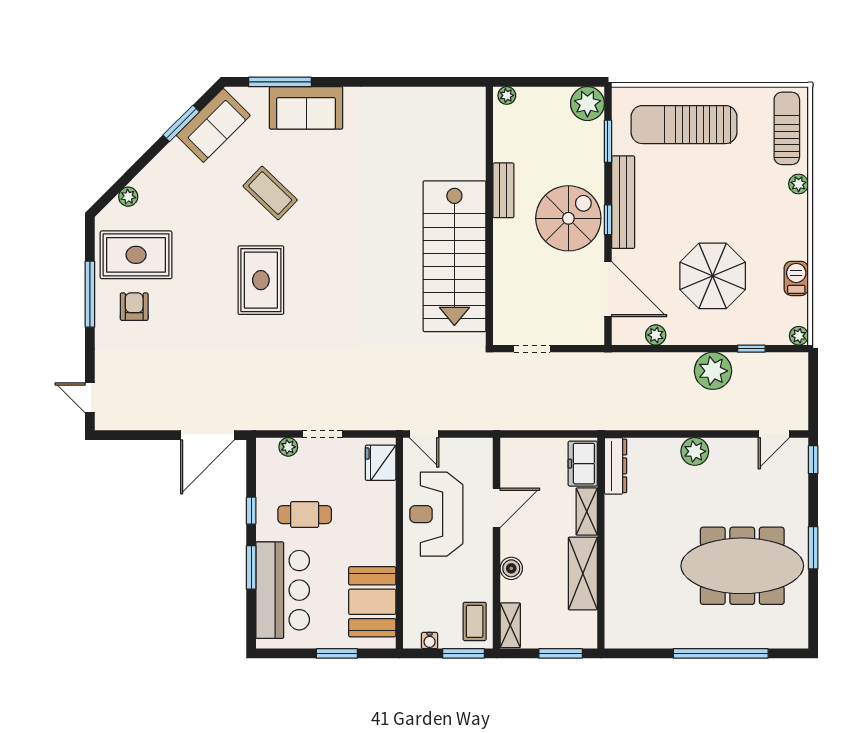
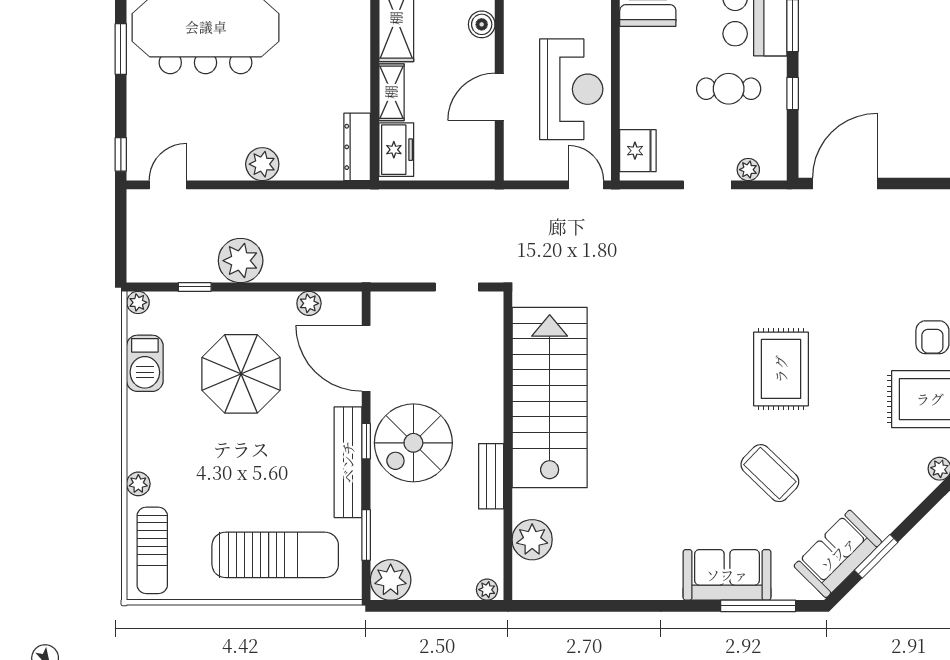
plant: (469, 137) -> (532, 540), added
barbecue: (796, 278) -> (145, 363), width x1.38, depth x1.27

